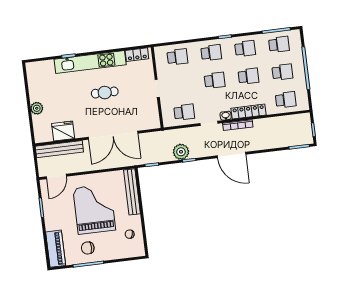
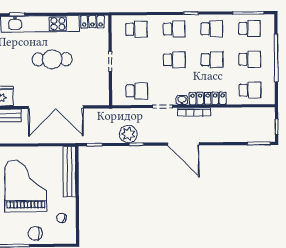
cafe table: (105, 93) -> (52, 59), width x1.37, depth x1.35
chair: (88, 248) -> (35, 233), moved

